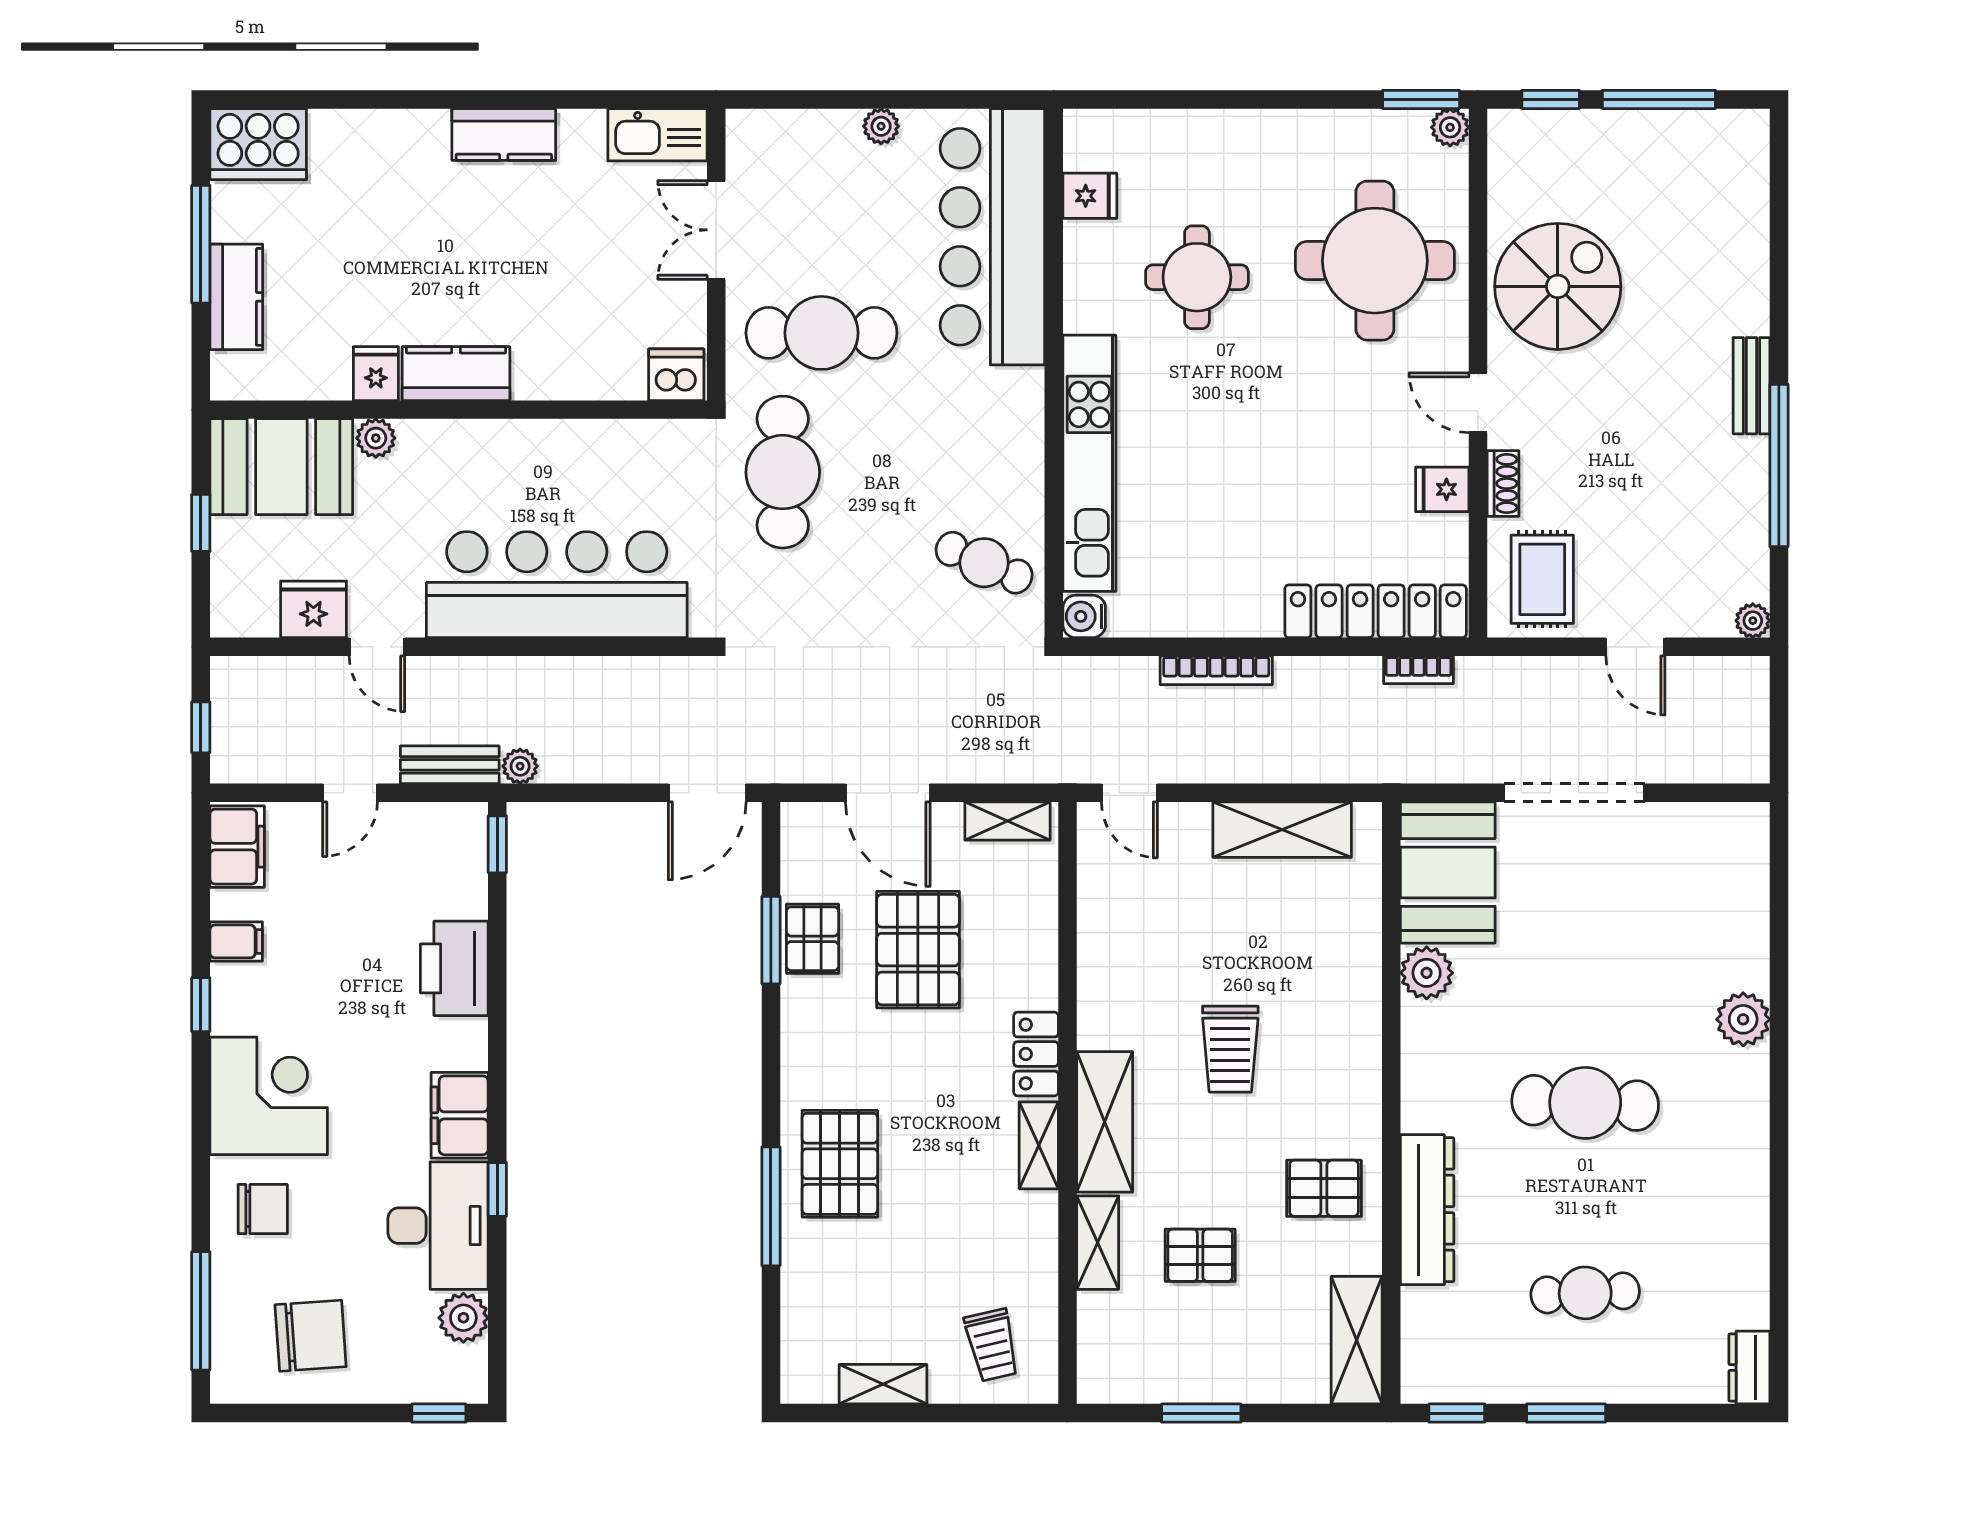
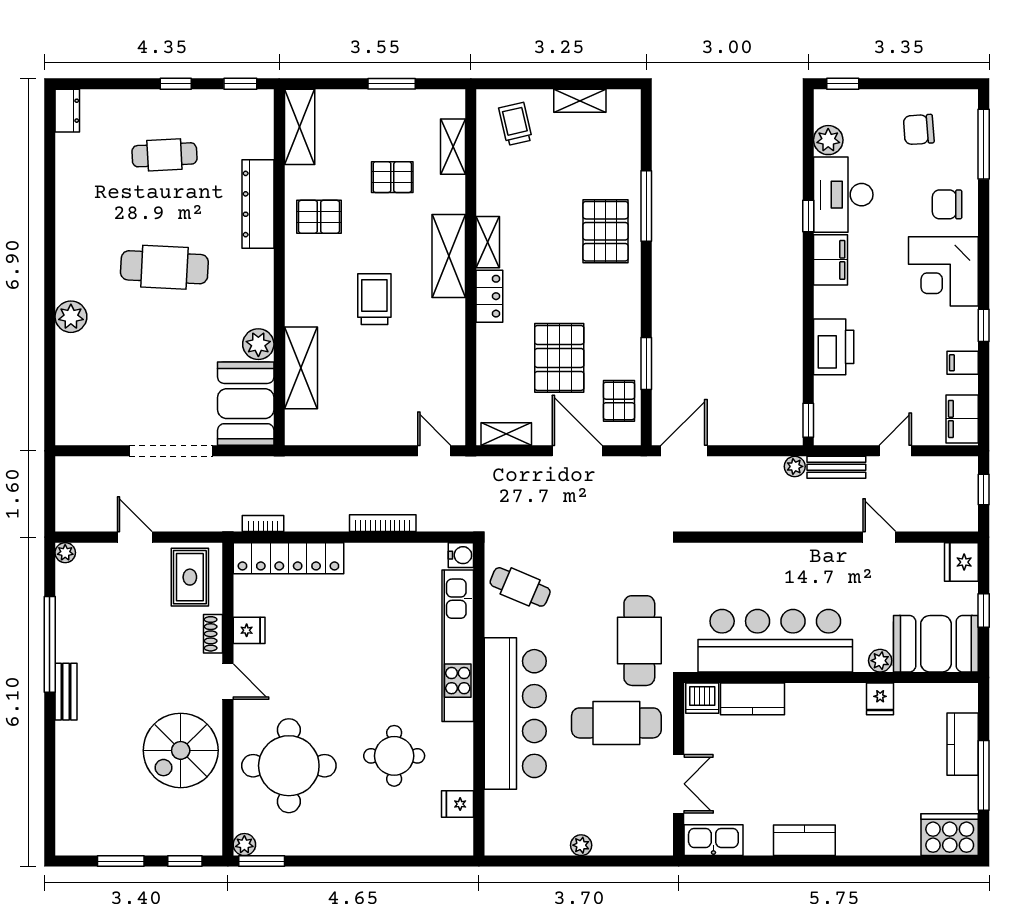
window: (1659, 99) -> (121, 861), width x0.69
bar counter: (992, 237) -> (515, 714), moved
kitchen counter: (456, 374) -> (753, 699), moved
bar counter: (557, 585) -> (775, 641), moved, turned 180
fridge: (313, 609) -> (961, 562), moved, turned 90
shelving: (1282, 830) -> (301, 368), moved, turned 90
pallet: (812, 939) -> (619, 401), moved
shelving: (1098, 1243) -> (453, 147), moved
chair: (311, 1336) -> (919, 129), width x0.73, depth x0.73
window: (1566, 1413) -> (176, 84), width x0.67

